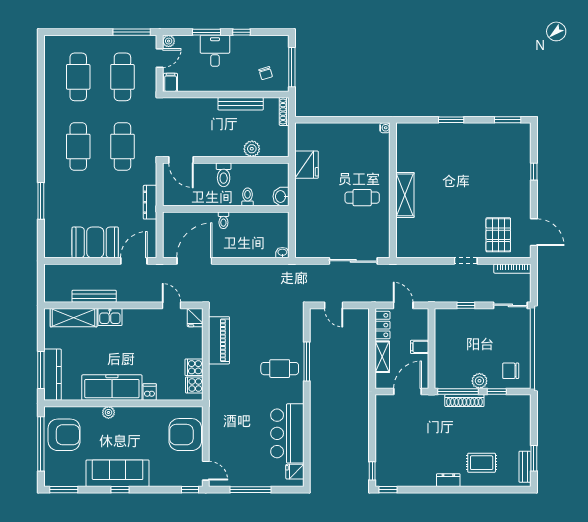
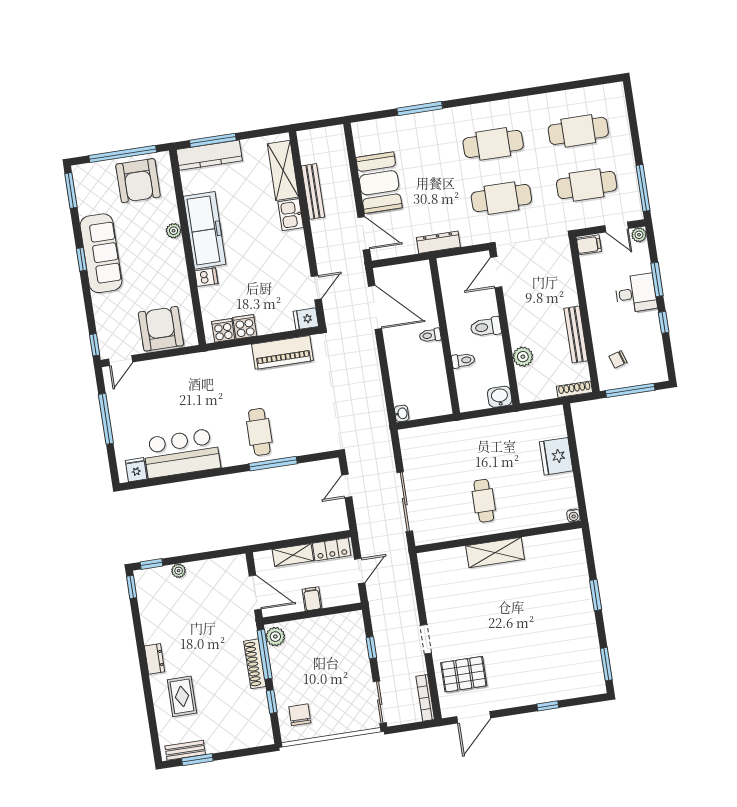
fridge: (306, 165) -> (556, 456), moved, turned 90
washbasin: (281, 196) -> (500, 397), moved
plant: (479, 381) -> (275, 637), moved
plant: (381, 450) -> (179, 571), added

